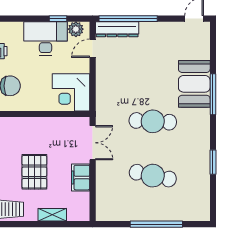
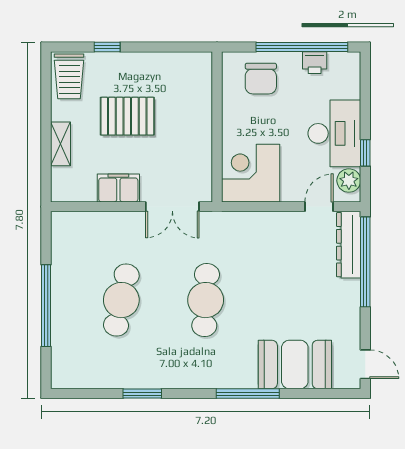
door: (93, 48) -> (319, 207), hinge flipped
booth: (194, 84) -> (295, 365), moved

